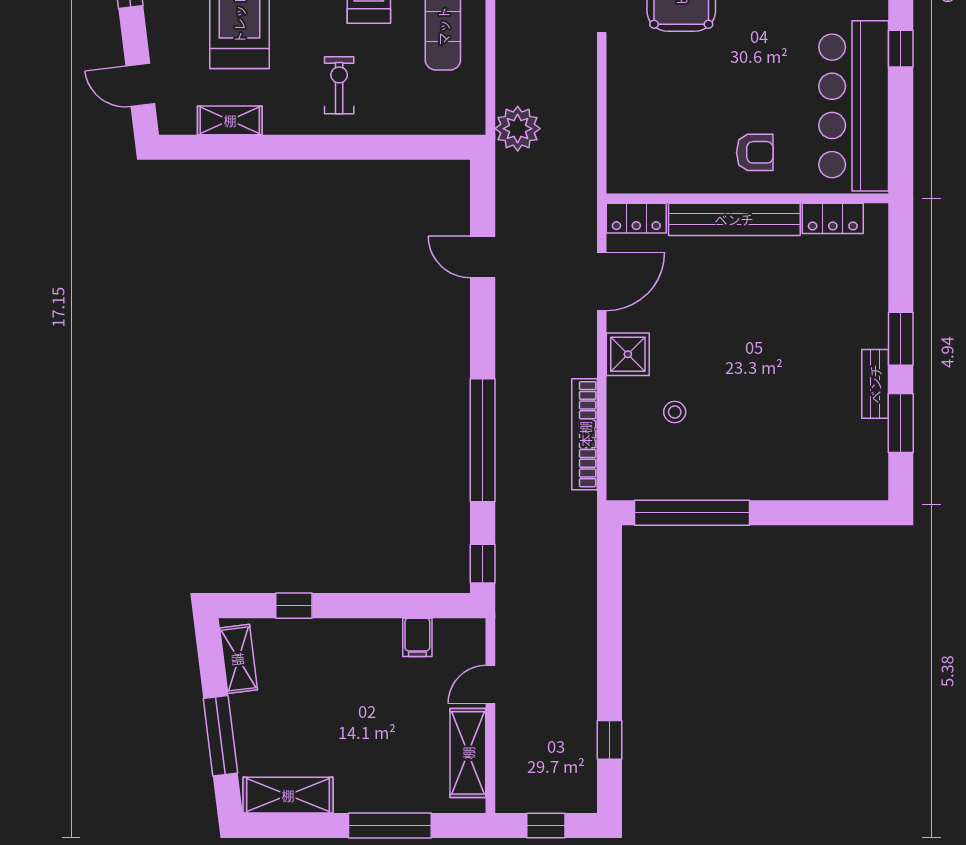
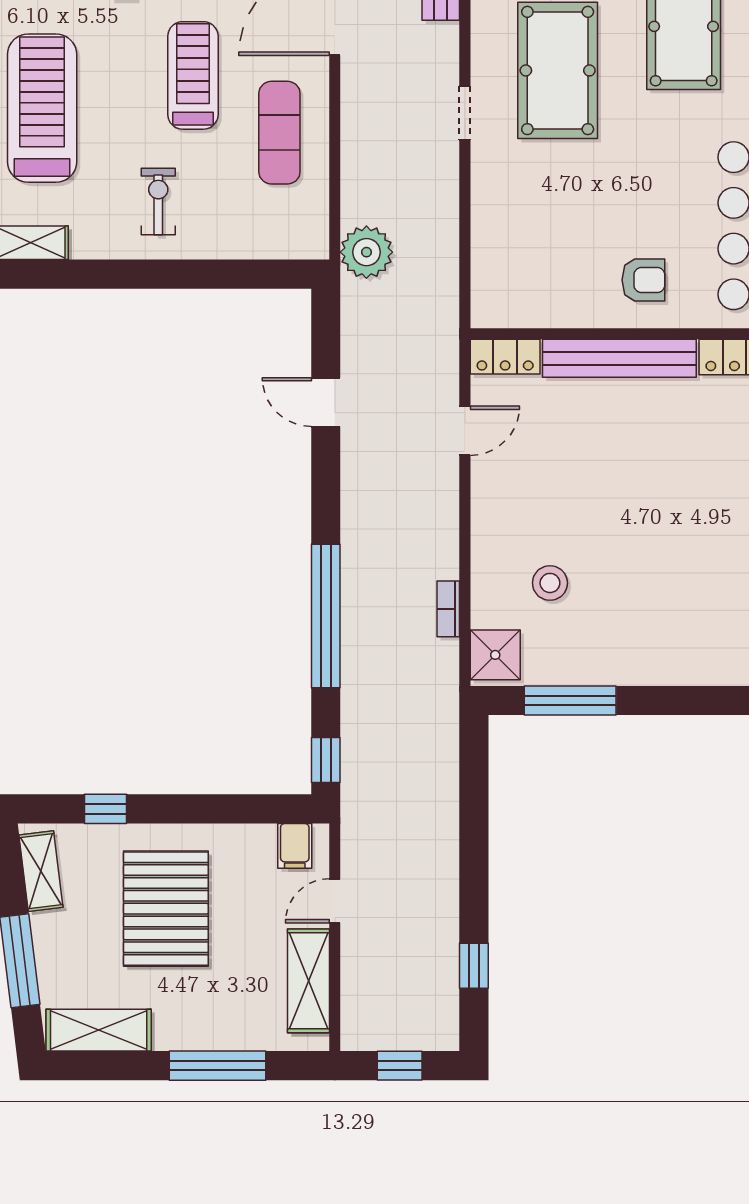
door: (602, 281) -> (465, 431), width x0.73
shower: (628, 354) -> (495, 655), moved
stool: (675, 412) -> (550, 583), width x1.37, depth x1.37
bookcase: (585, 434) -> (448, 609), width x0.43, depth x0.76
window: (692, 513) -> (570, 701), width x0.68
filing cabinet: (417, 637) -> (295, 846), moved
pallet: (346, 691) -> (166, 909), added

